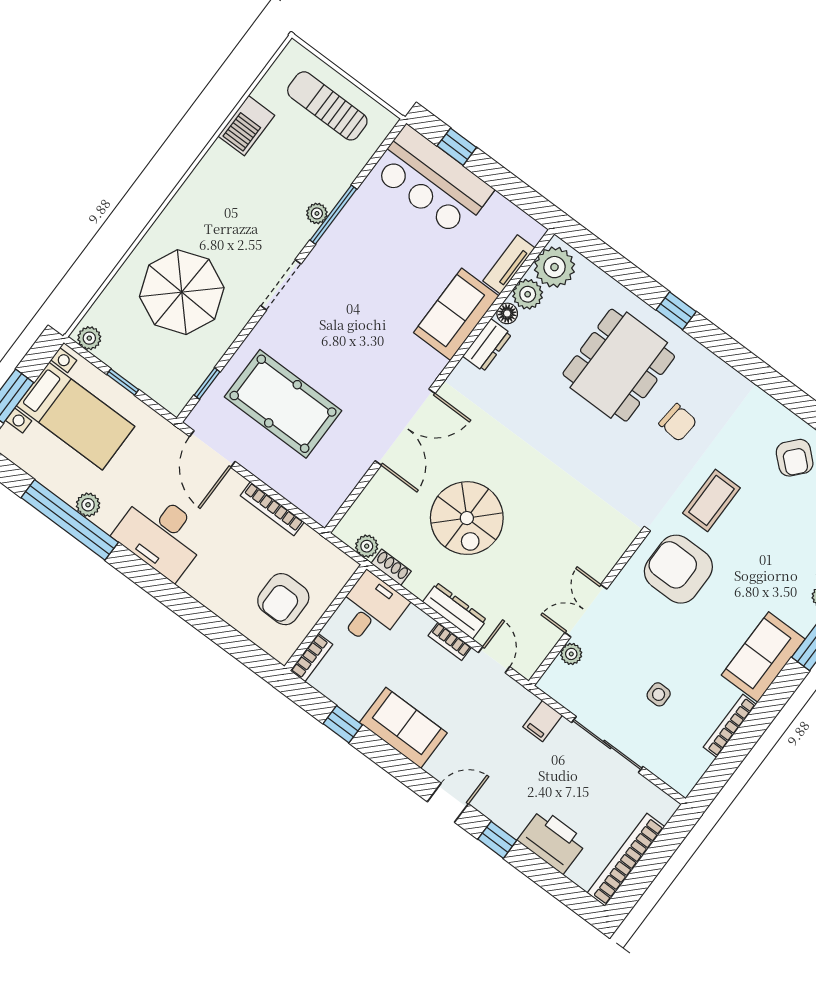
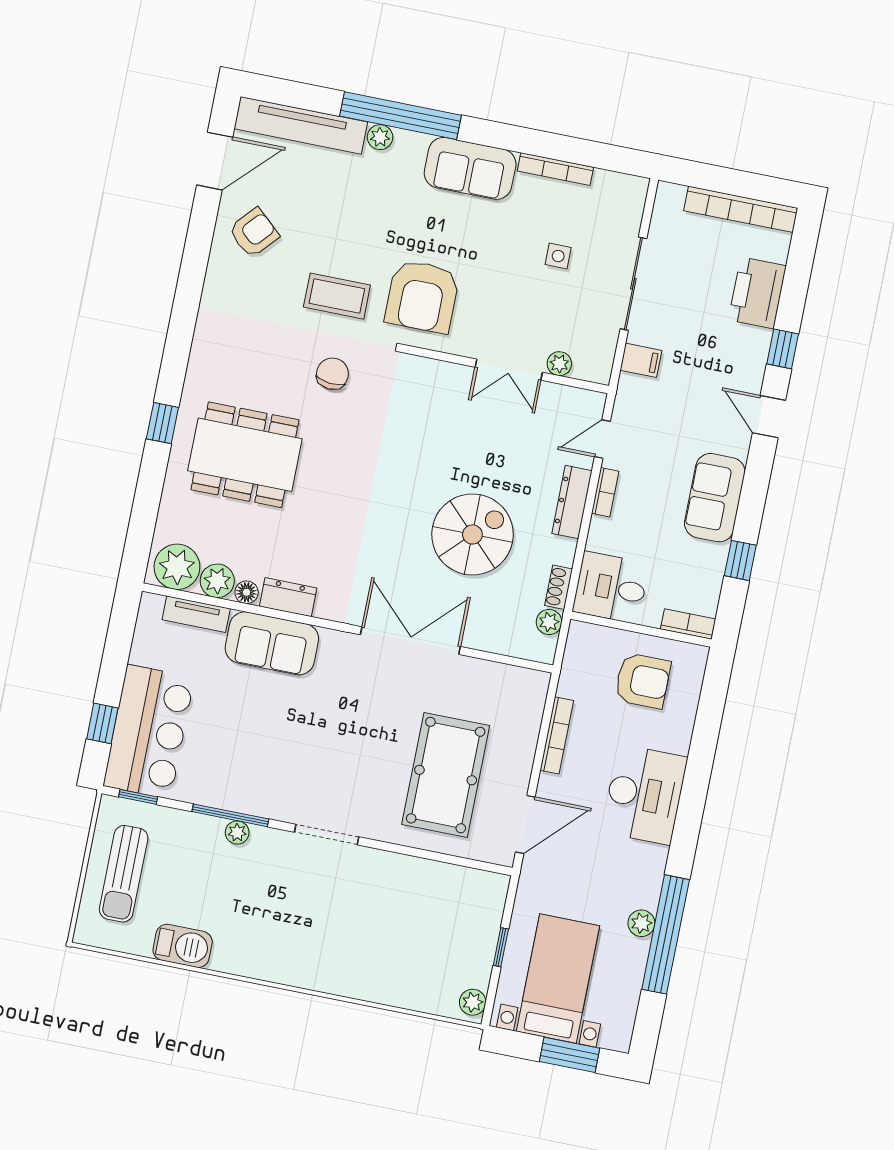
parasol: (182, 292) -> (382, 931), removed
window: (207, 384) -> (138, 797), moved
chair: (678, 423) -> (332, 374), moved
desk: (161, 535) -> (644, 794), moved

